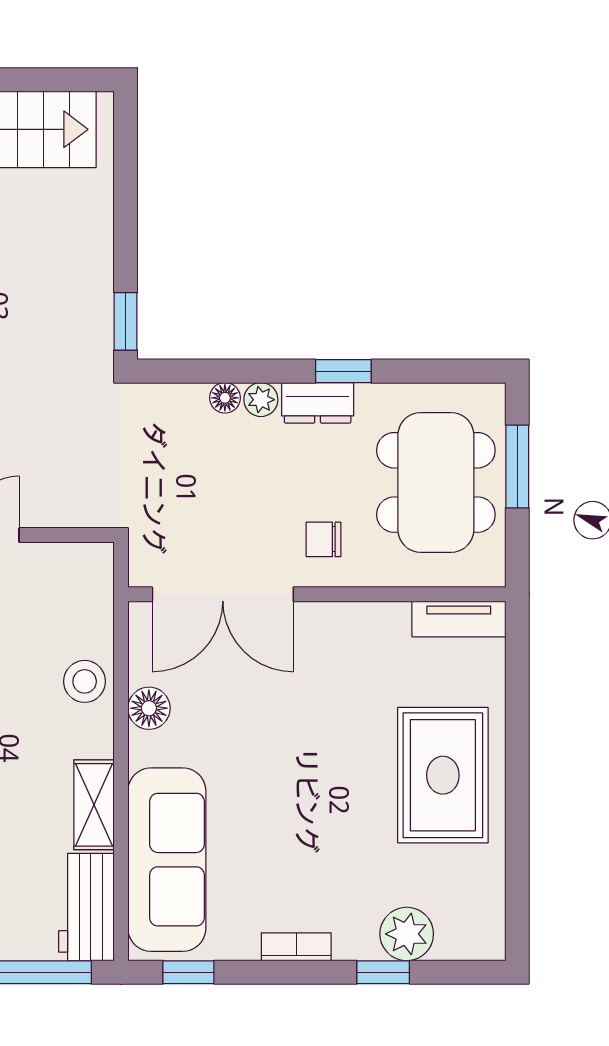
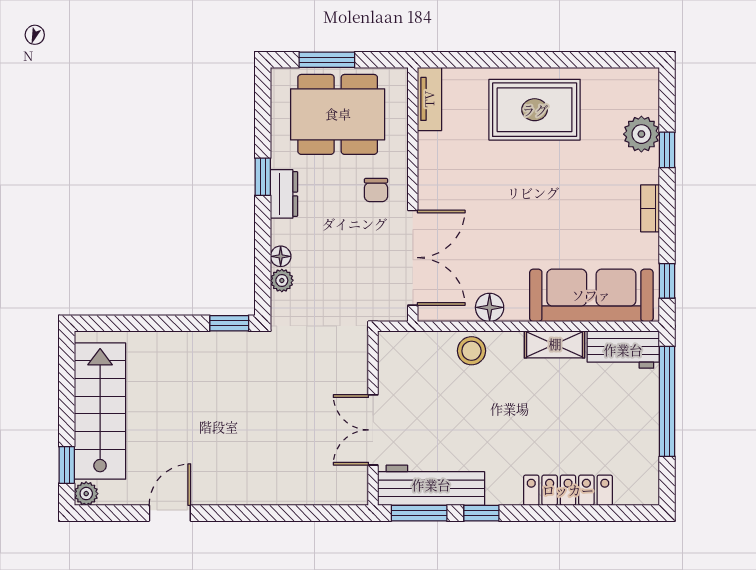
plant: (261, 400) -> (282, 280), moved

